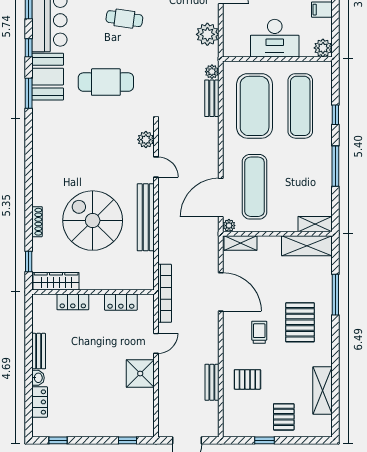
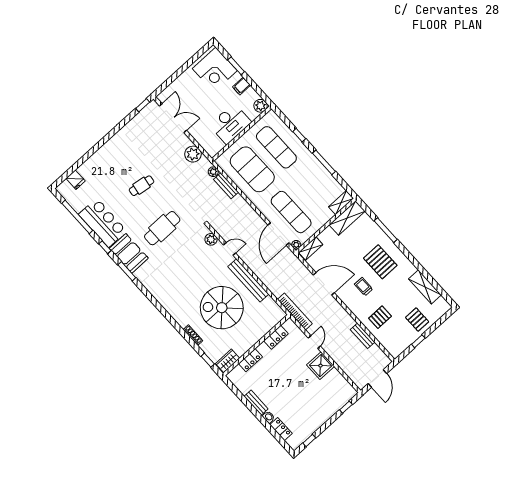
wardrobe: (56, 281) -> (228, 361), width x0.67

